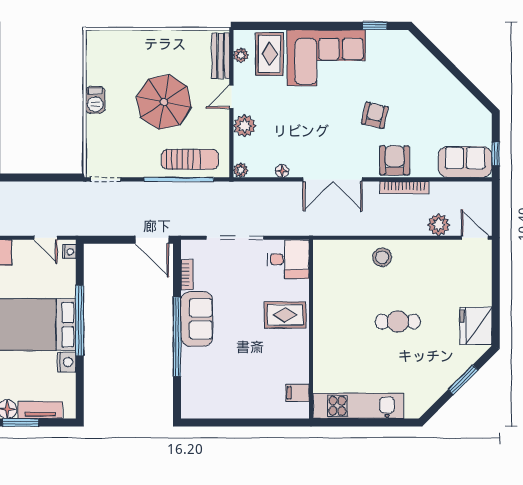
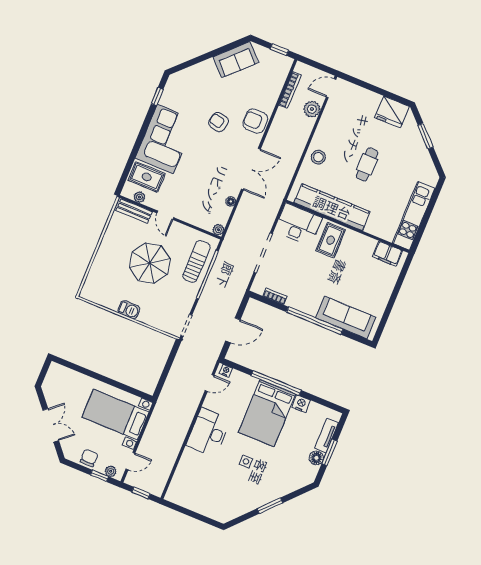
plant: (245, 126) -> (189, 214), removed
sofa: (465, 162) -> (236, 60), moved, turned -135
bookcase: (404, 188) -> (290, 90), moved
door: (152, 240) -> (233, 330), moved
desk: (288, 259) -> (298, 224), width x1.37
kitchen counter: (327, 300) -> (332, 207), added
sofa: (197, 319) -> (346, 318), moved, width x1.36
filing cabinet: (297, 393) -> (388, 254), width x2.00

